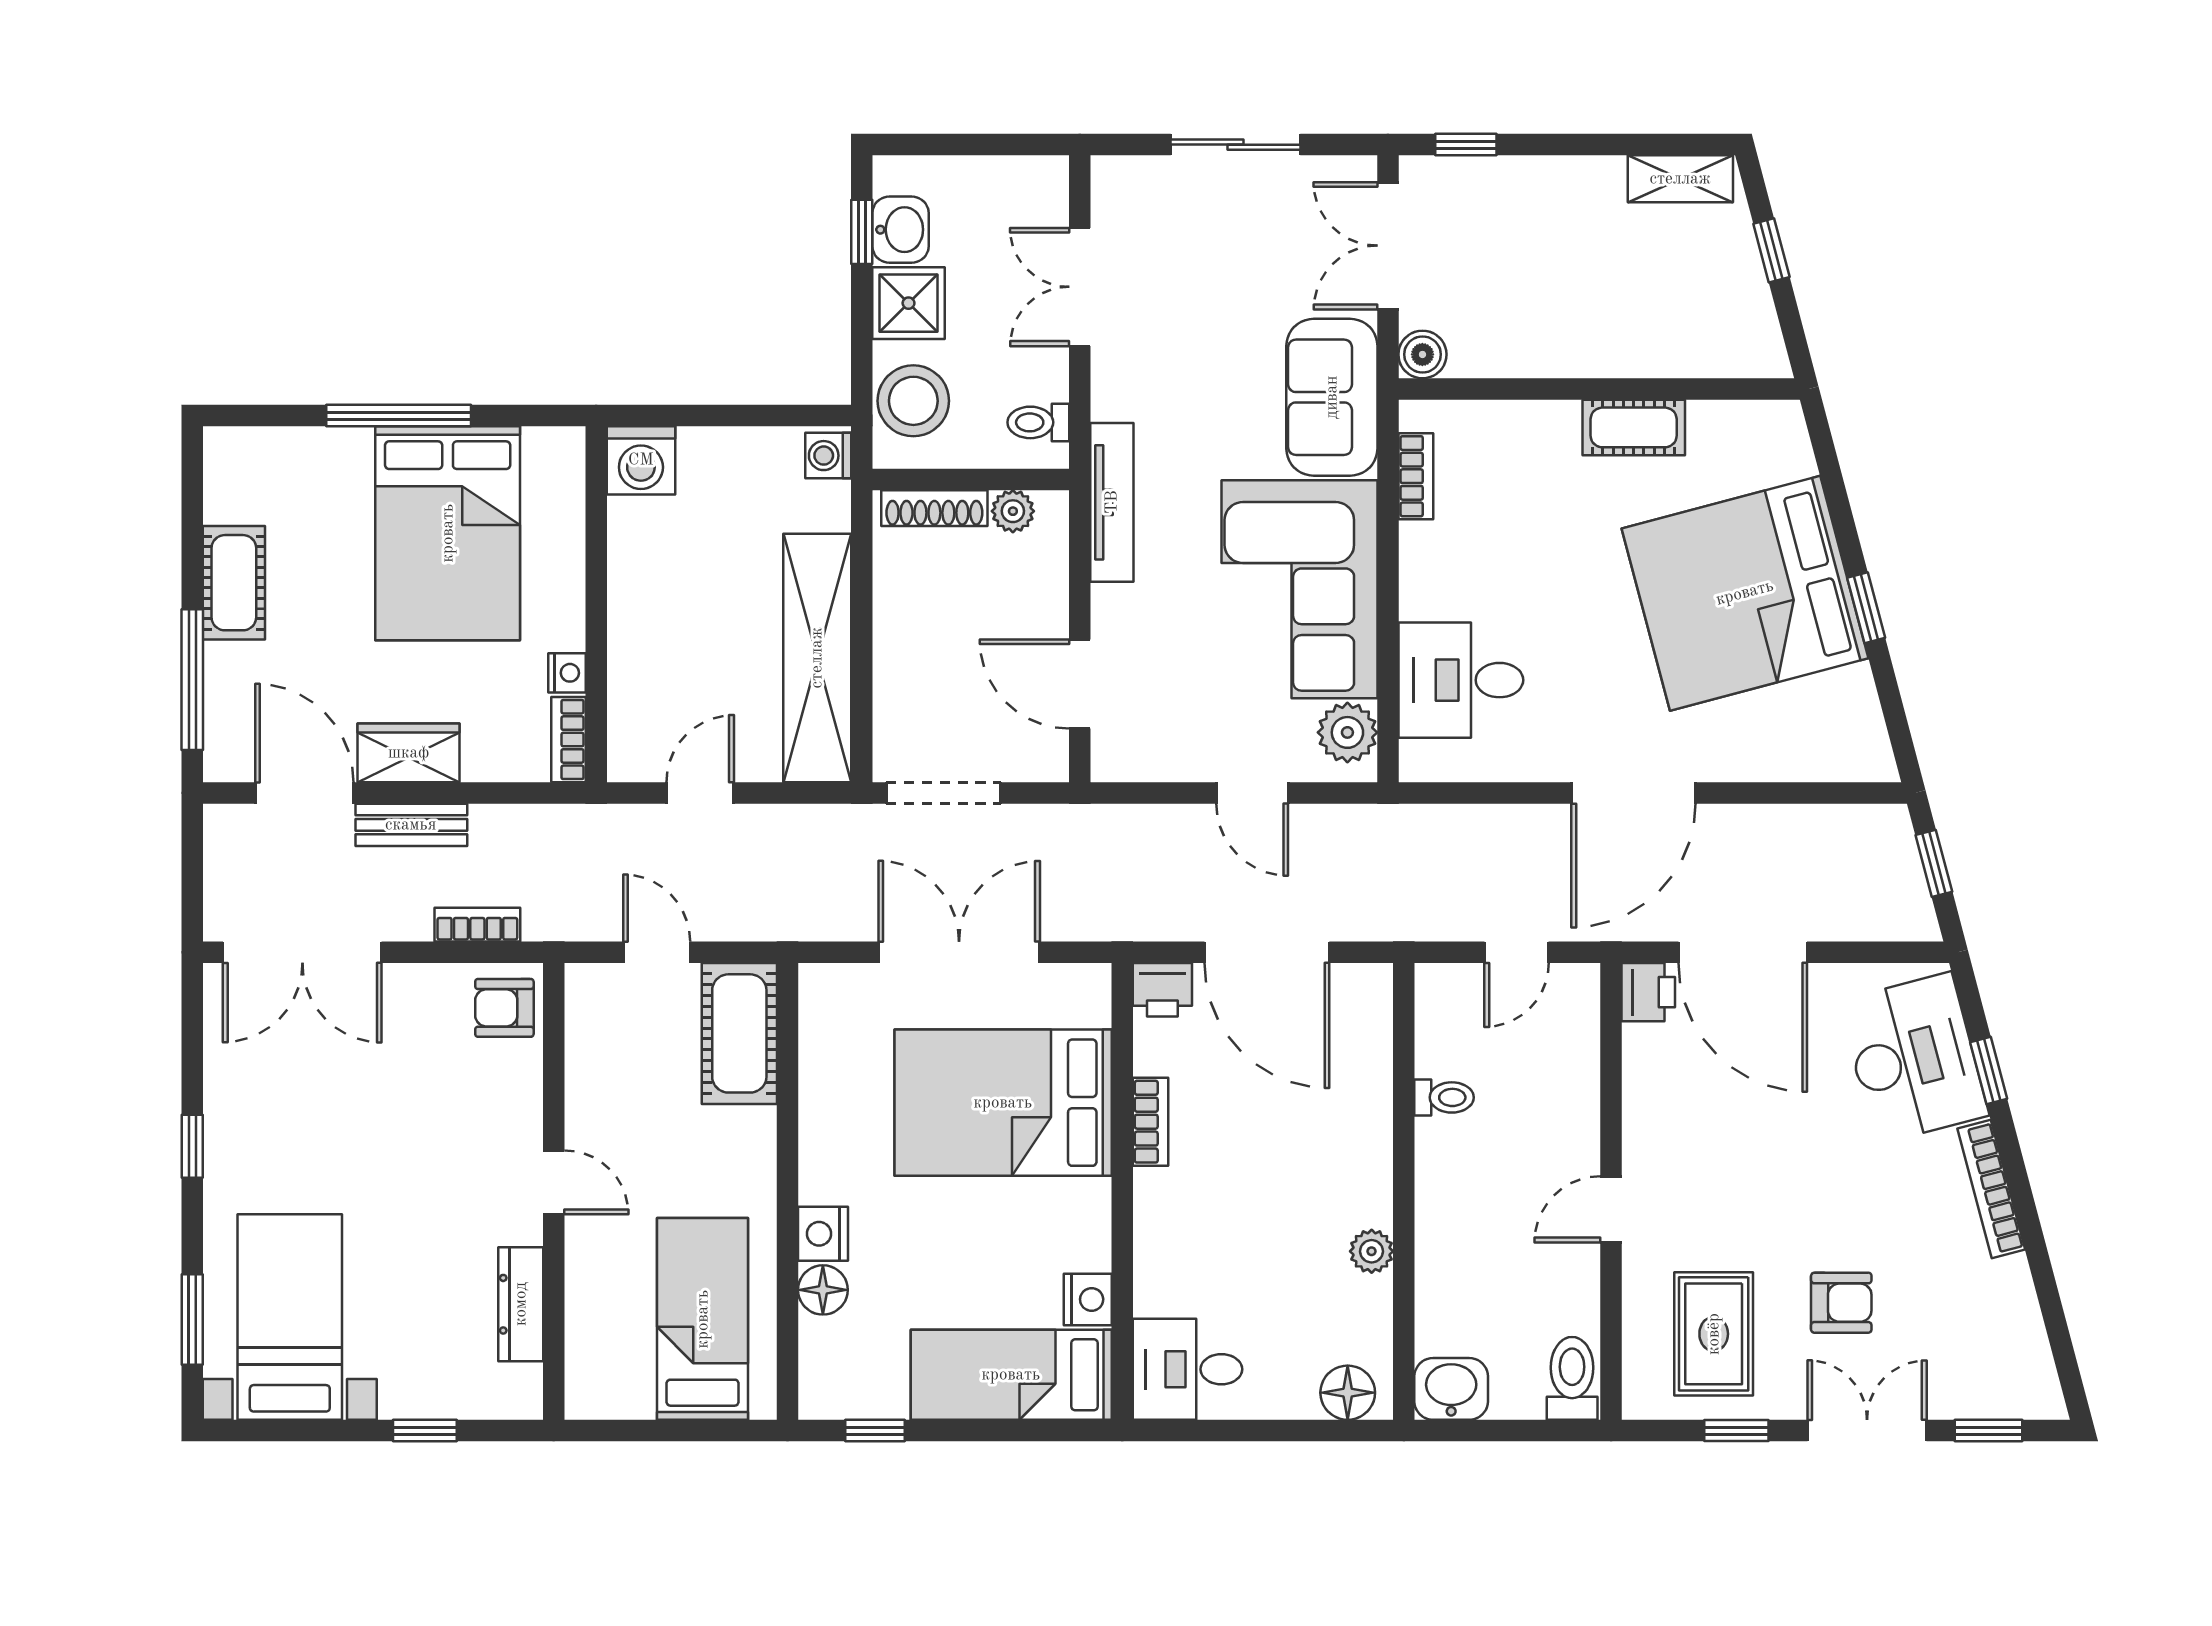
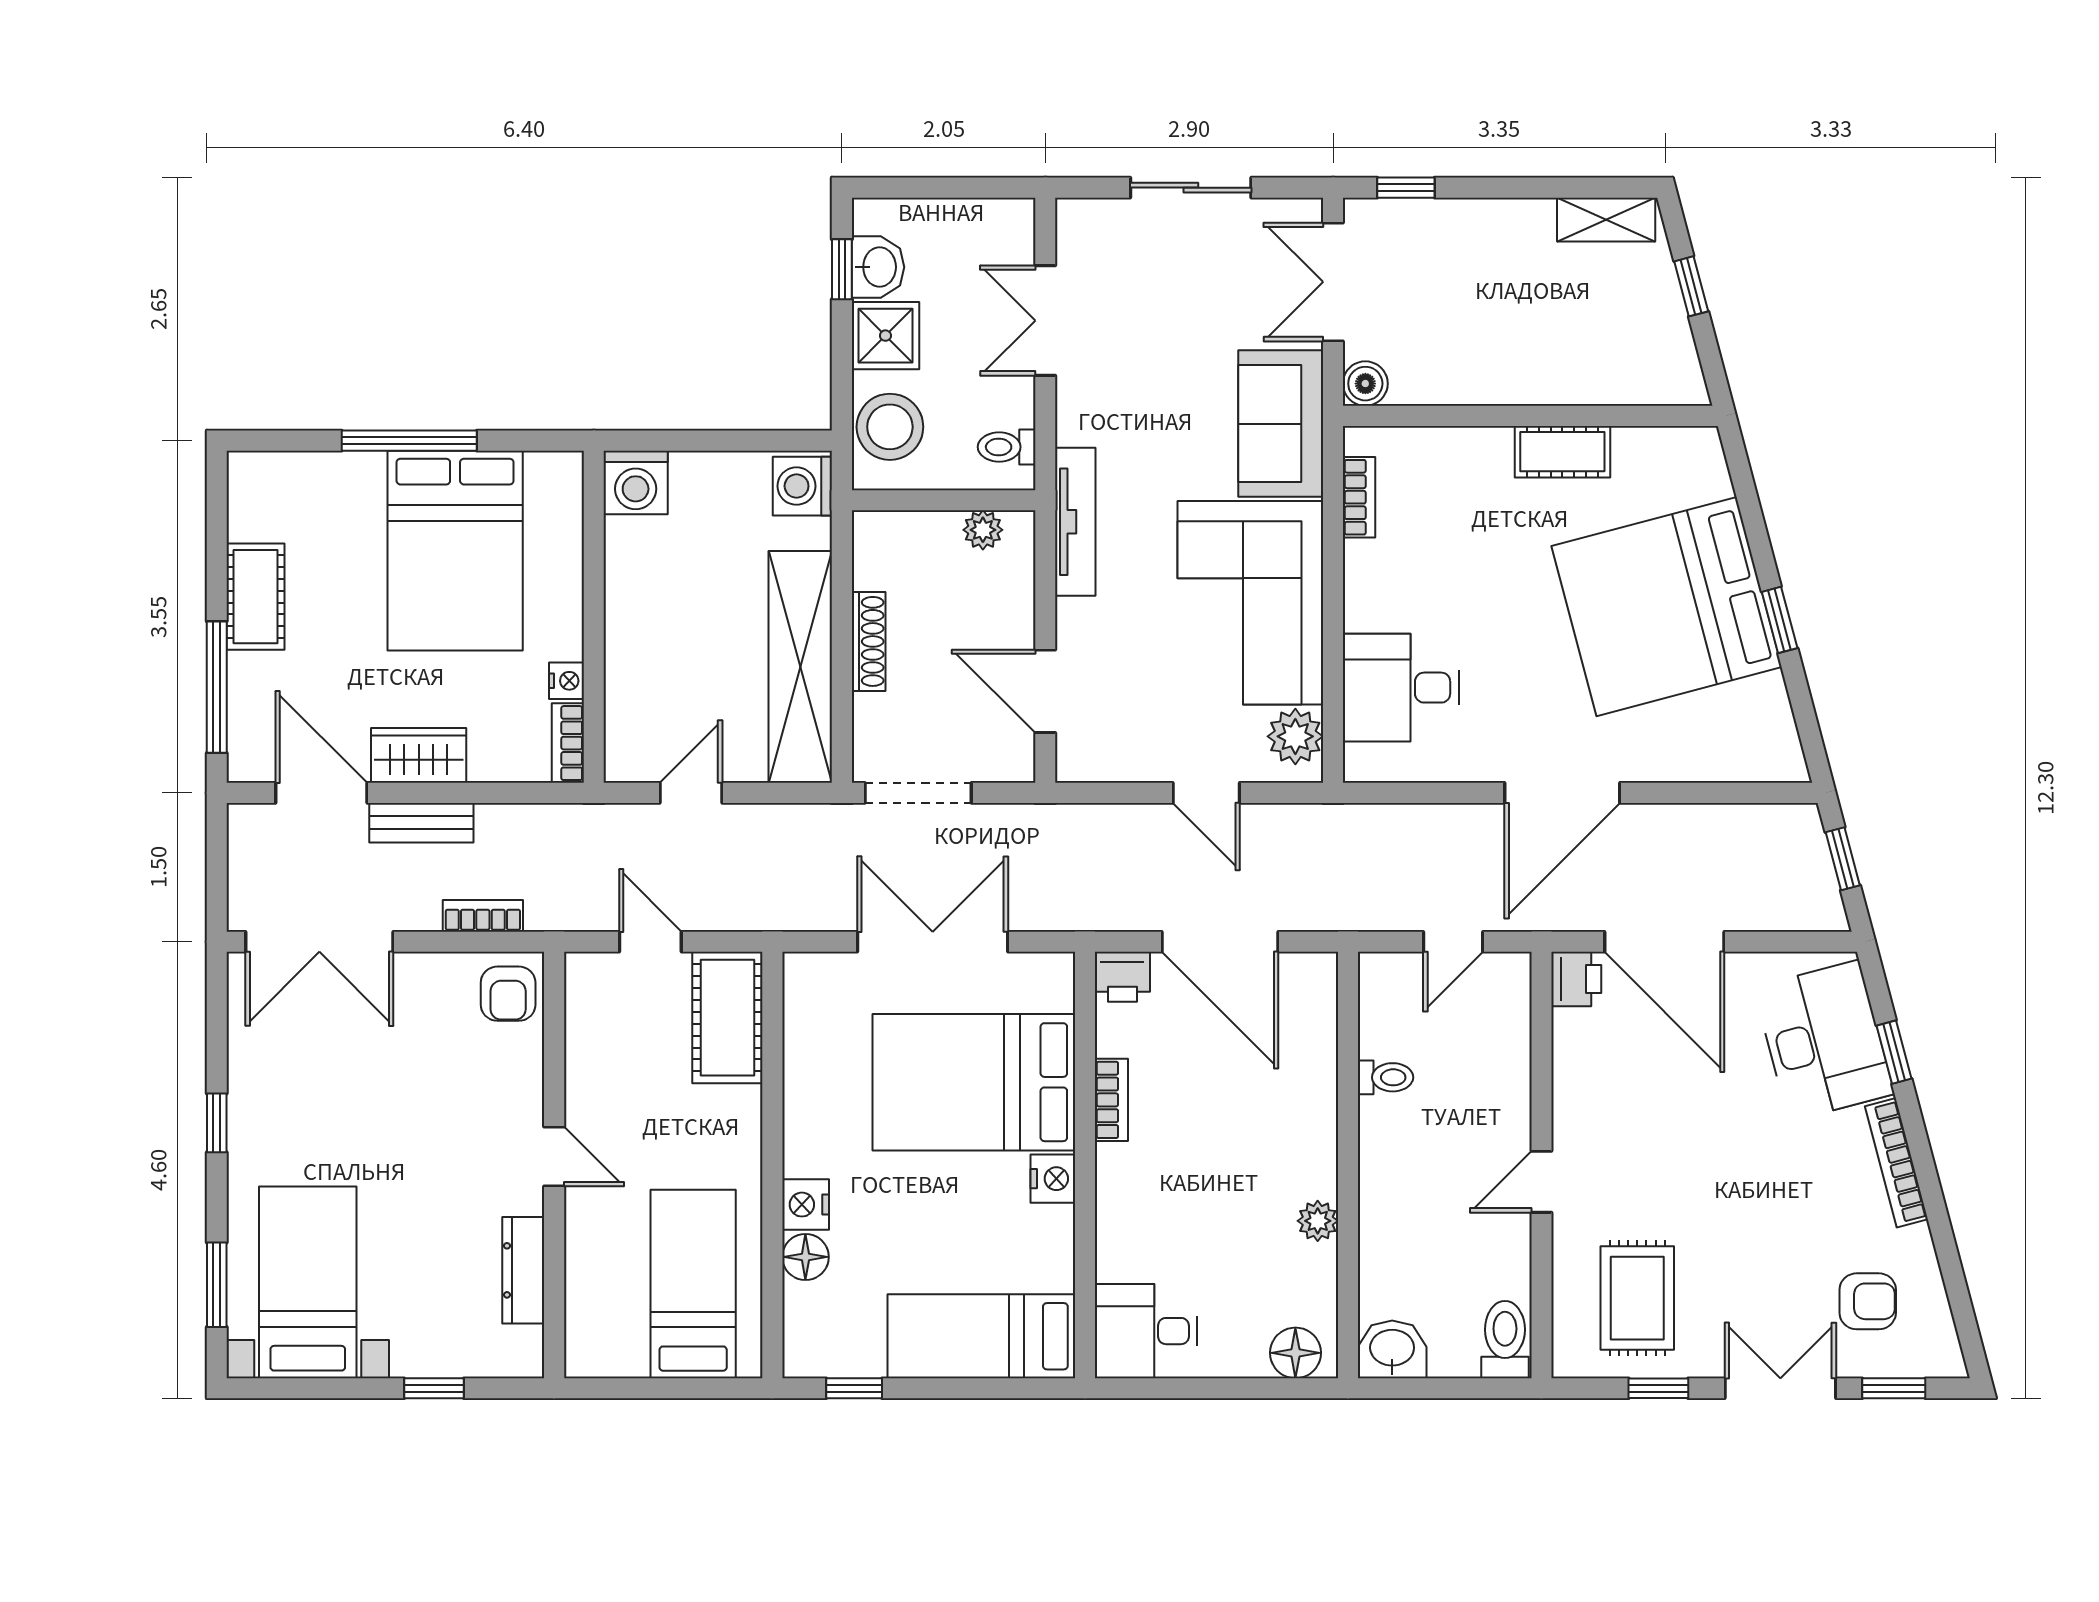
washing machine: (828, 456) -> (802, 486), width x1.38, depth x1.38
shoe rack: (934, 508) -> (869, 641), moved, turned -90
armchair: (504, 1008) -> (508, 994), turned -90
nightstand: (1088, 1299) -> (1053, 1179), moved
armchair: (1841, 1303) -> (1868, 1301), moved

